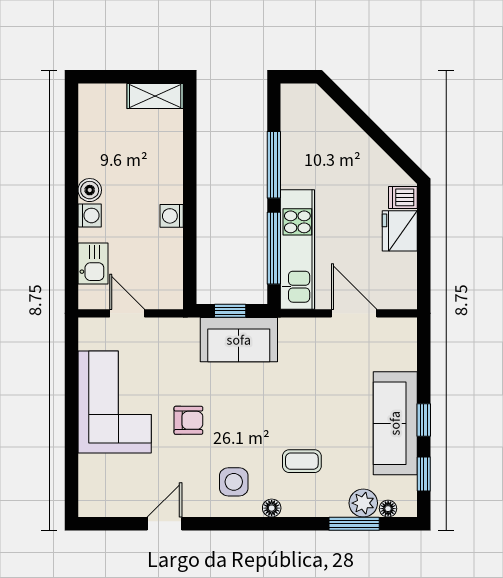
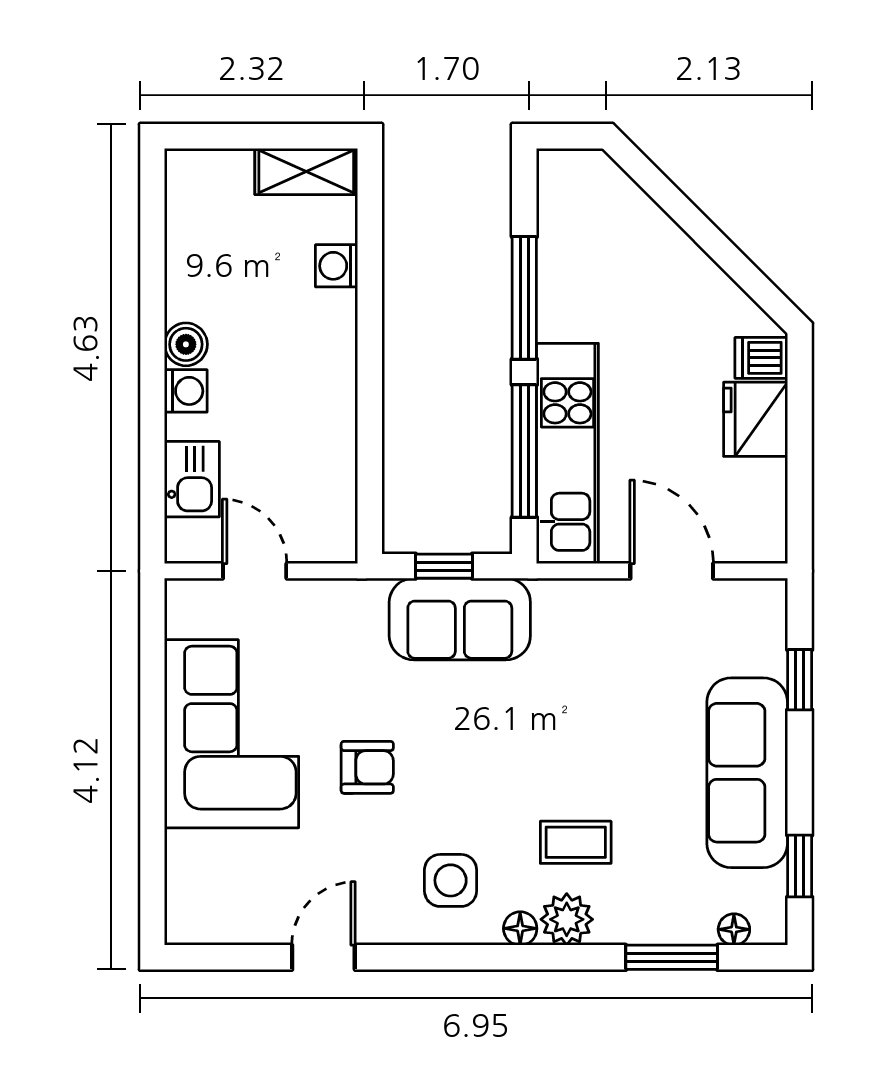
washing machine: (172, 216) -> (337, 266), moved
window: (424, 420) -> (800, 680), moved
plant: (363, 503) -> (567, 919), moved

